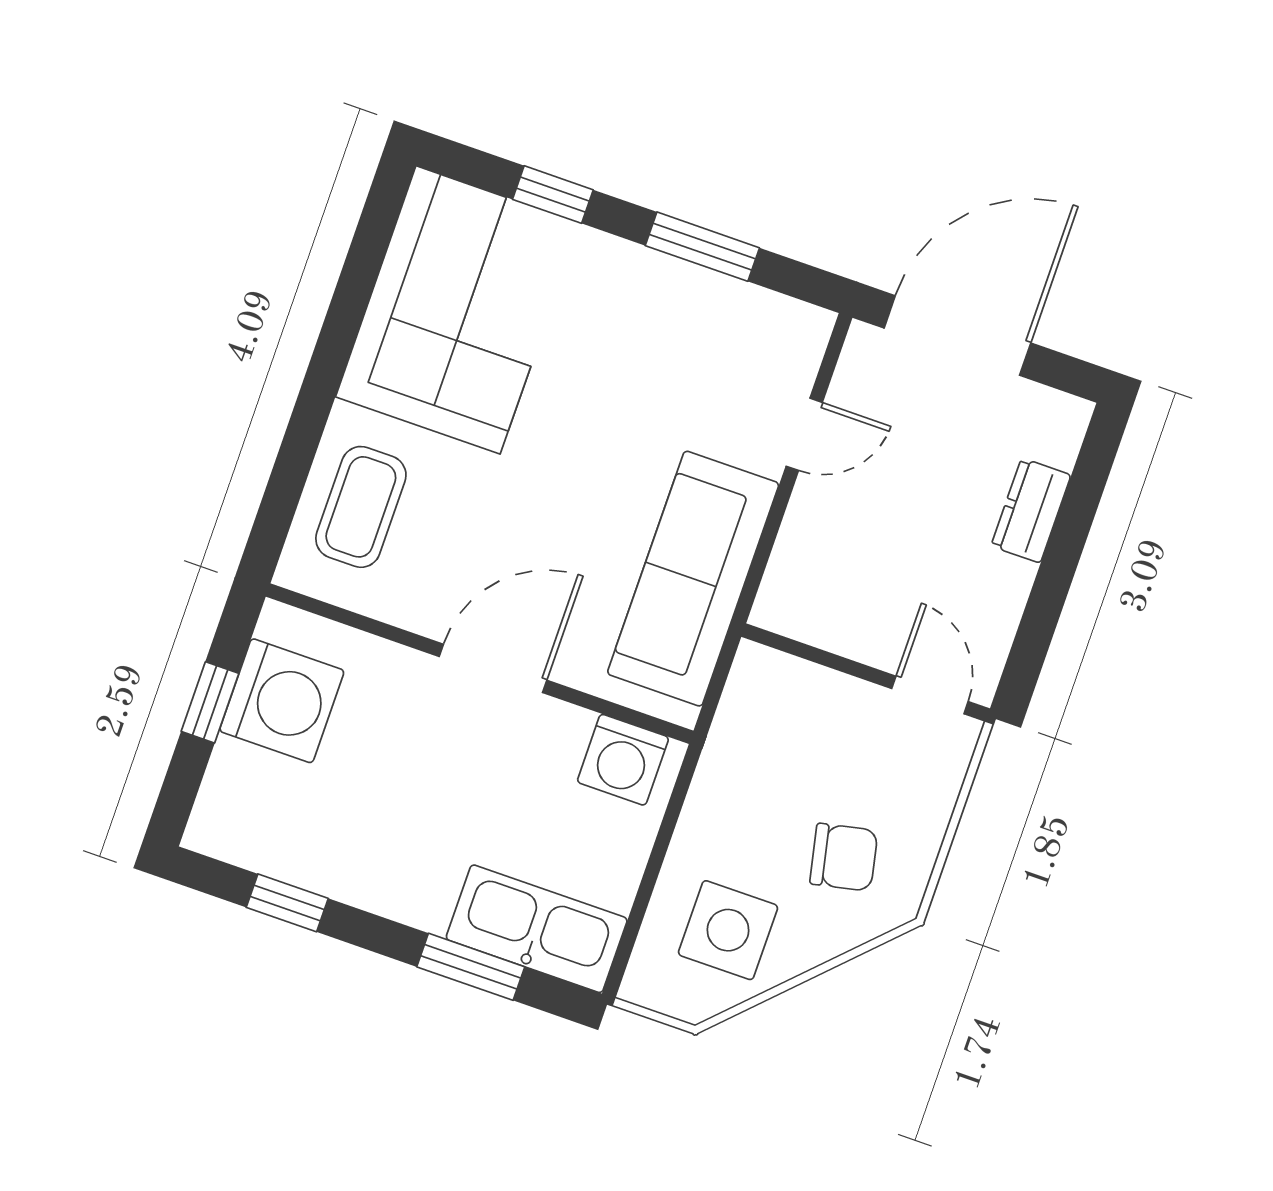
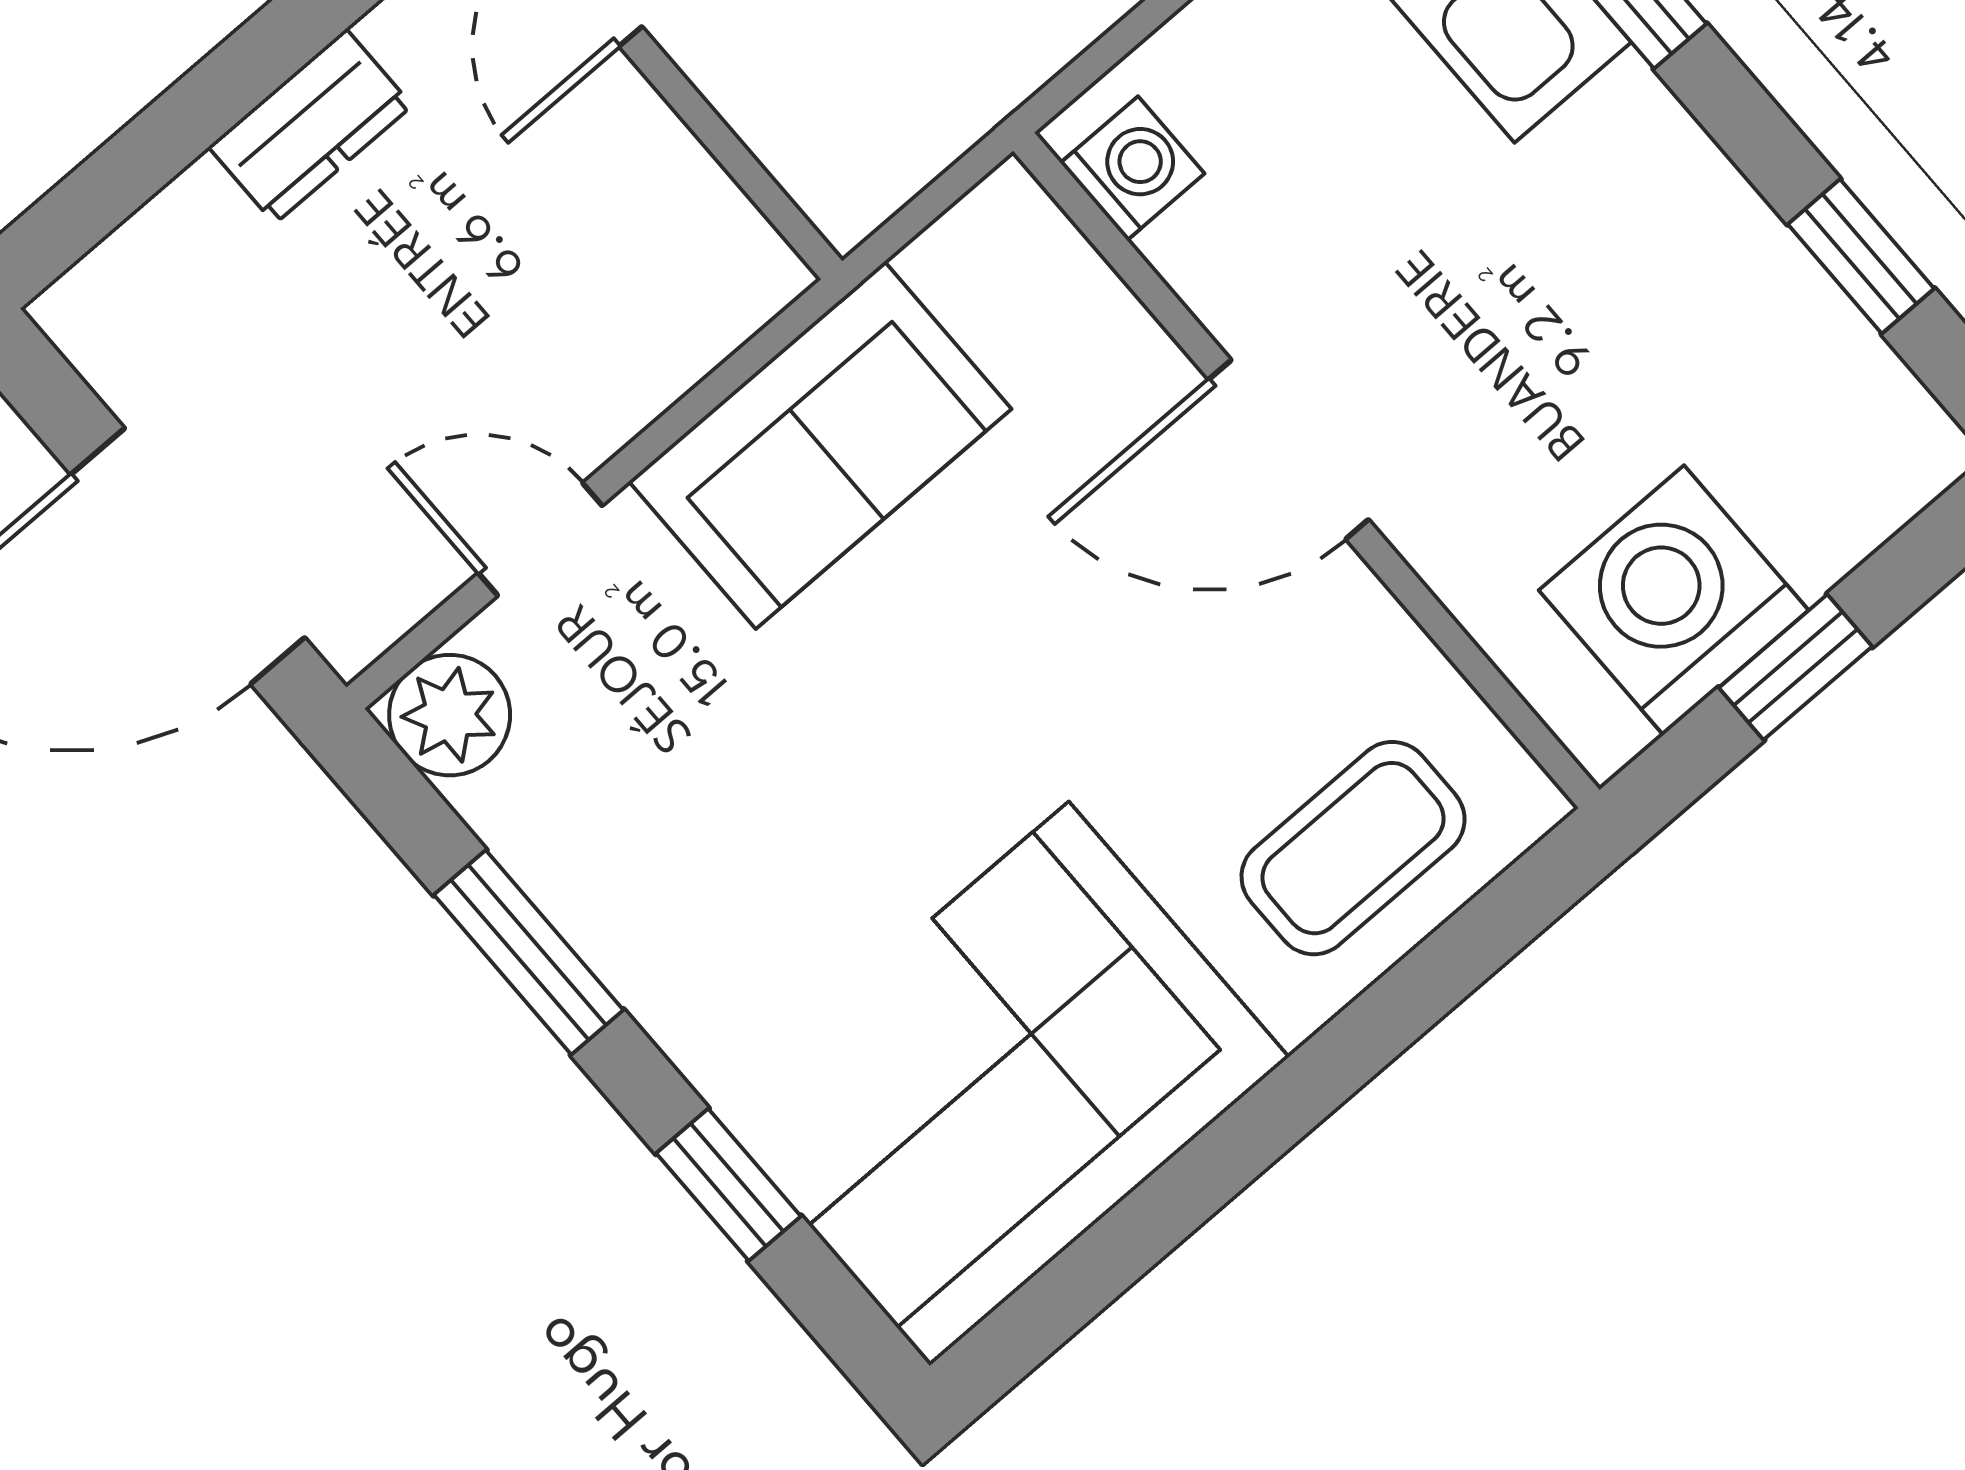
plant: (799, 332) -> (450, 715), added
dresser: (1031, 510) -> (310, 126), moved
sofa: (693, 579) -> (820, 445), width x0.73
washing machine: (623, 760) -> (1132, 168), width x0.73, depth x0.73

